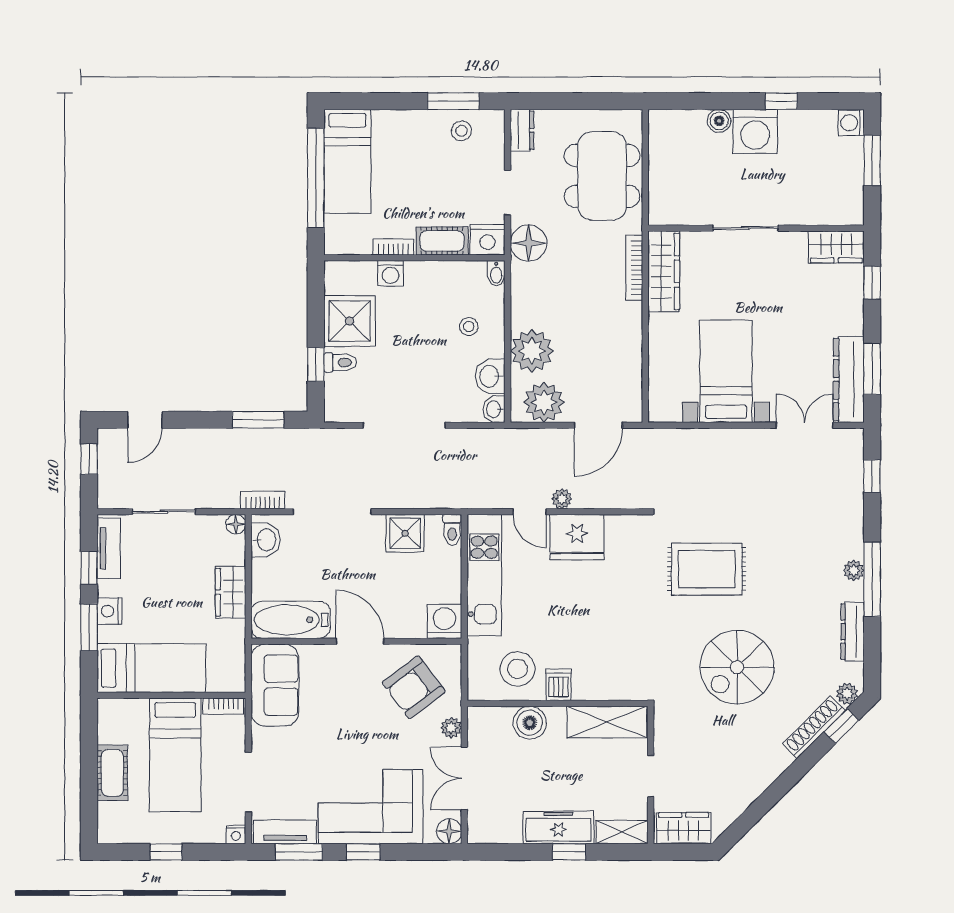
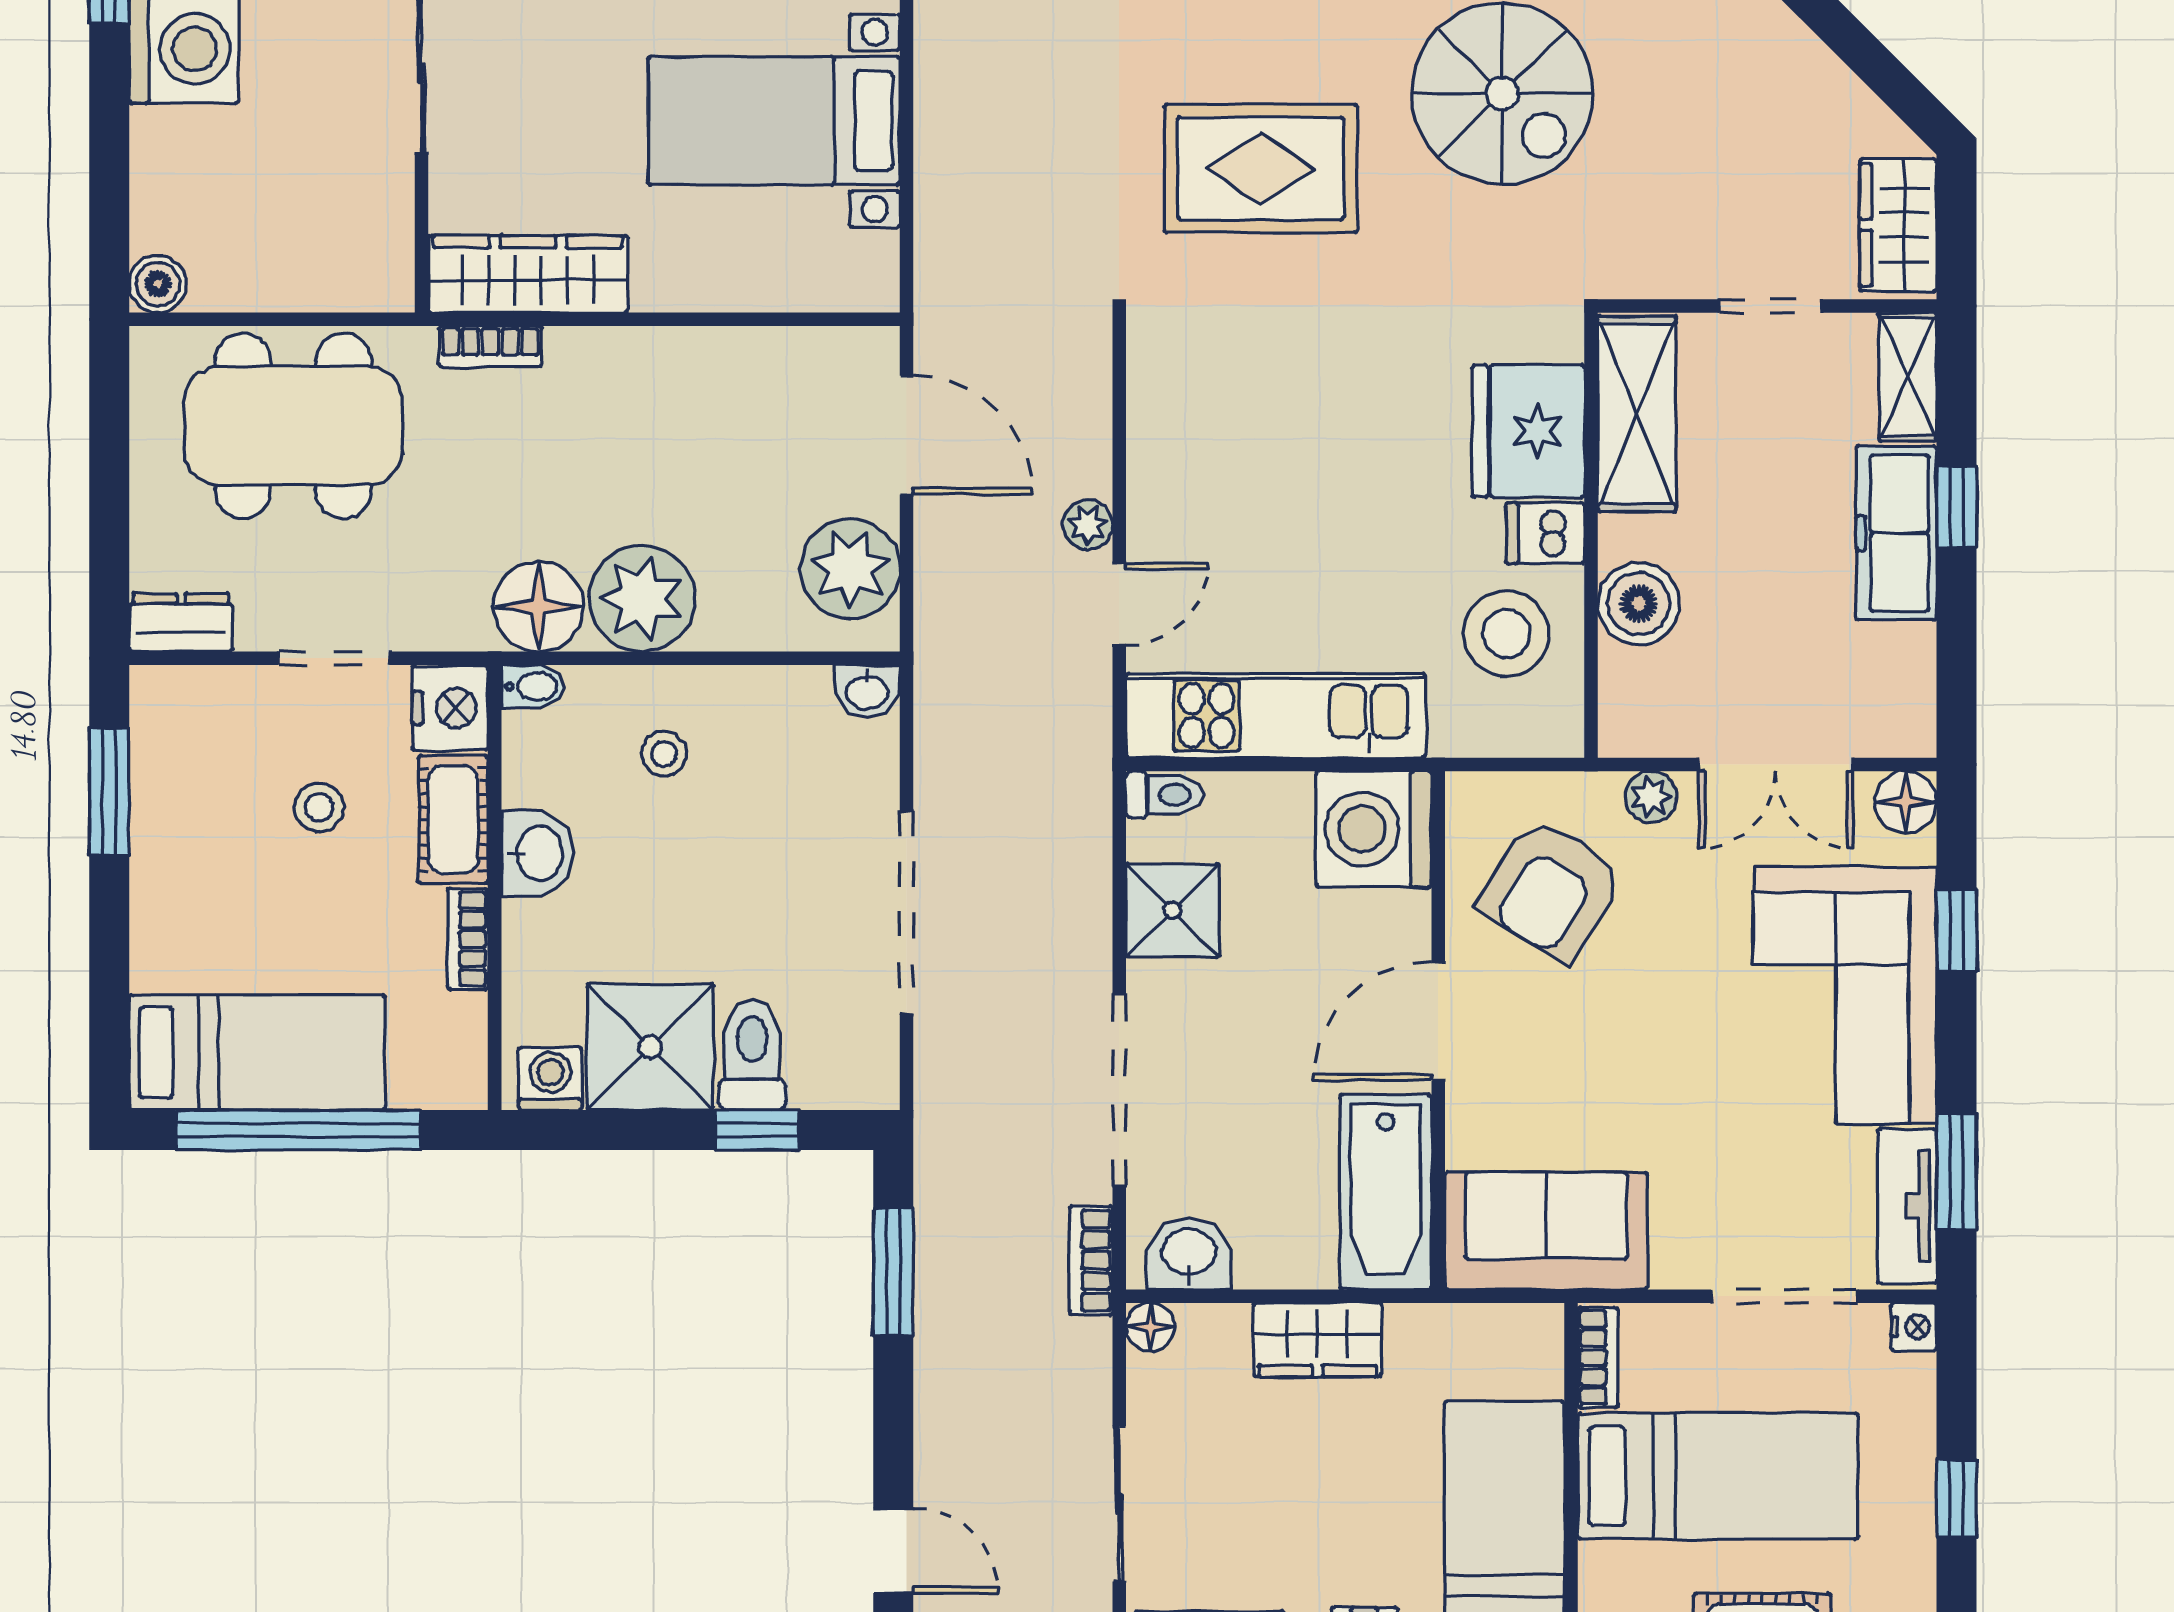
boiler: (719, 121) -> (158, 284), moved
stool: (461, 131) -> (319, 807), moved
floor lamp: (529, 243) -> (539, 606), moved
bookcase: (634, 268) -> (490, 347), width x0.64
washing machine: (391, 273) -> (550, 1079), moved, turned -90
plant: (532, 351) -> (642, 598), moved
toilet: (340, 362) -> (752, 1055), width x1.37, depth x1.39
washbasin: (490, 376) -> (538, 853), moved, turned -90
fridge: (577, 537) -> (1528, 431), moved, turned 180
rug: (707, 569) -> (1261, 168), turned 90
washing machine: (444, 621) -> (1374, 829), width x1.37, depth x1.37
armchair: (414, 687) -> (1551, 889), turned 69
window: (363, 852) -> (1957, 931), moved

